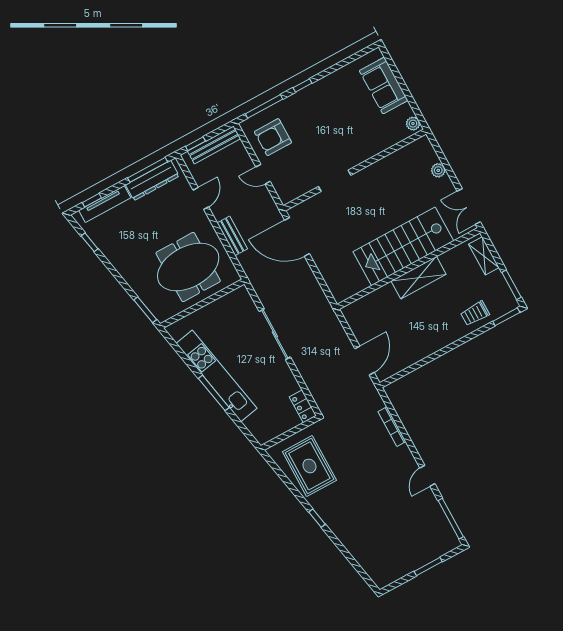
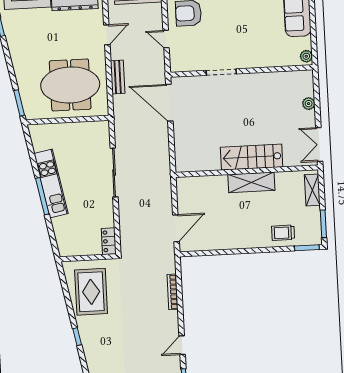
stairs: (403, 246) -> (252, 157), width x0.73, depth x0.66
kitchen unit: (217, 376) -> (51, 183), width x0.73

